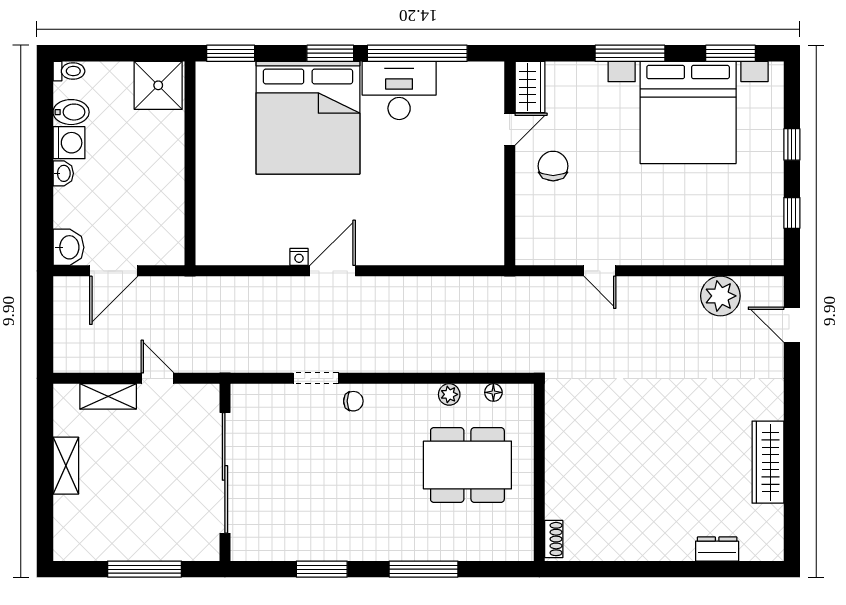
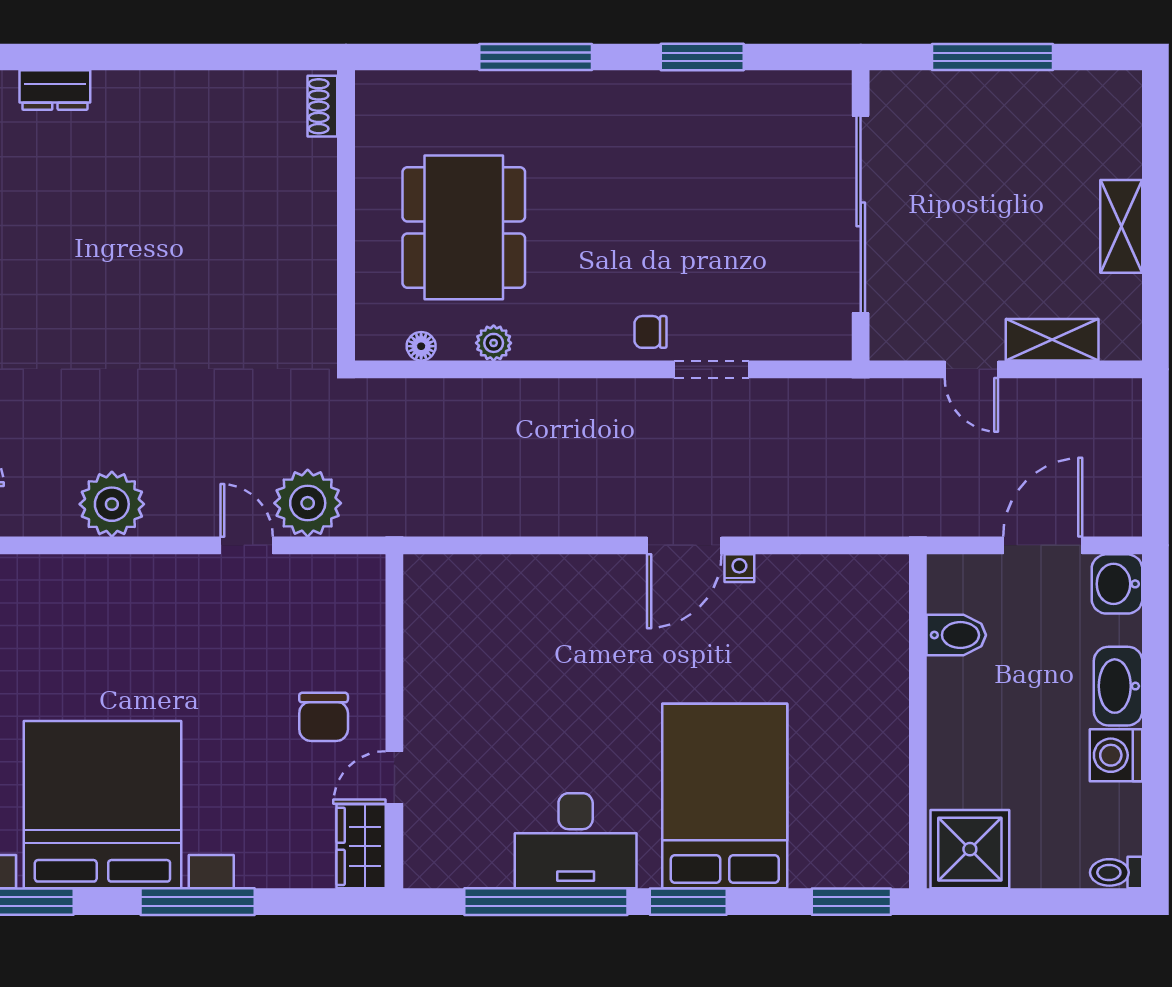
bidet: (71, 112) -> (956, 635), moved, turned 180
bed: (308, 118) -> (725, 796), width x0.73
washbasin: (63, 173) -> (1118, 686), width x1.91, depth x1.45
plant: (720, 296) -> (112, 504), moved
plant: (563, 297) -> (308, 503), added
dining table: (467, 465) -> (464, 227), turned 90

